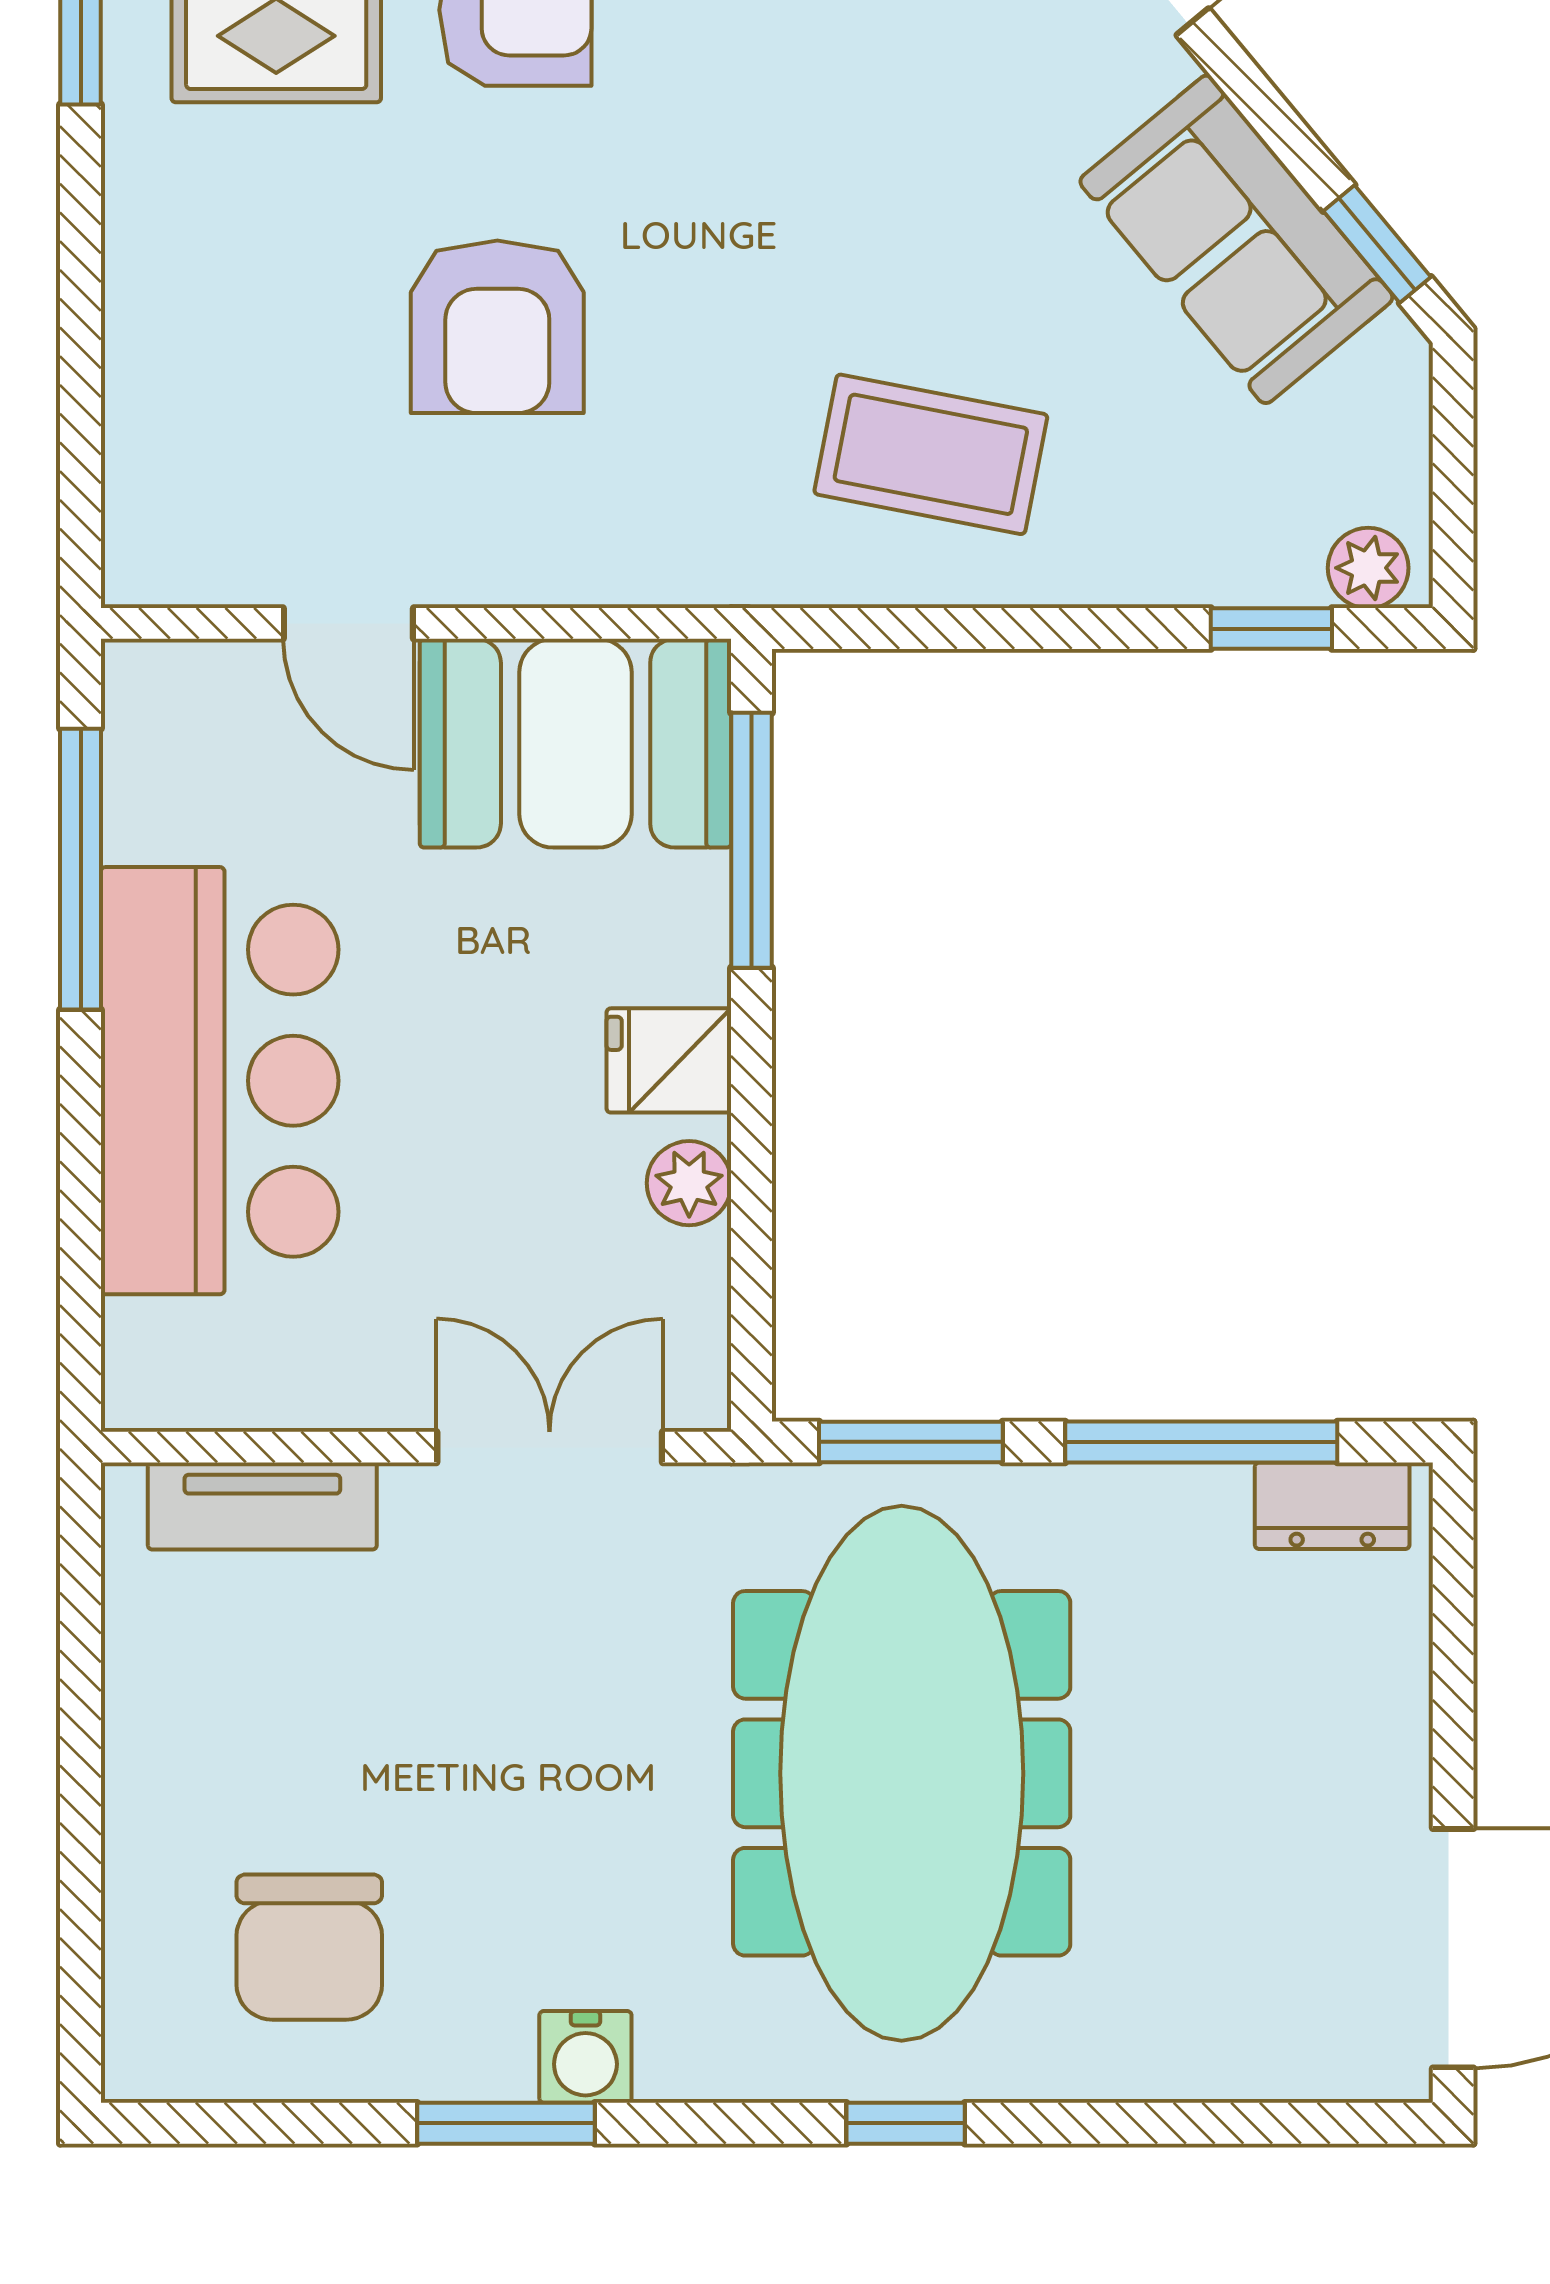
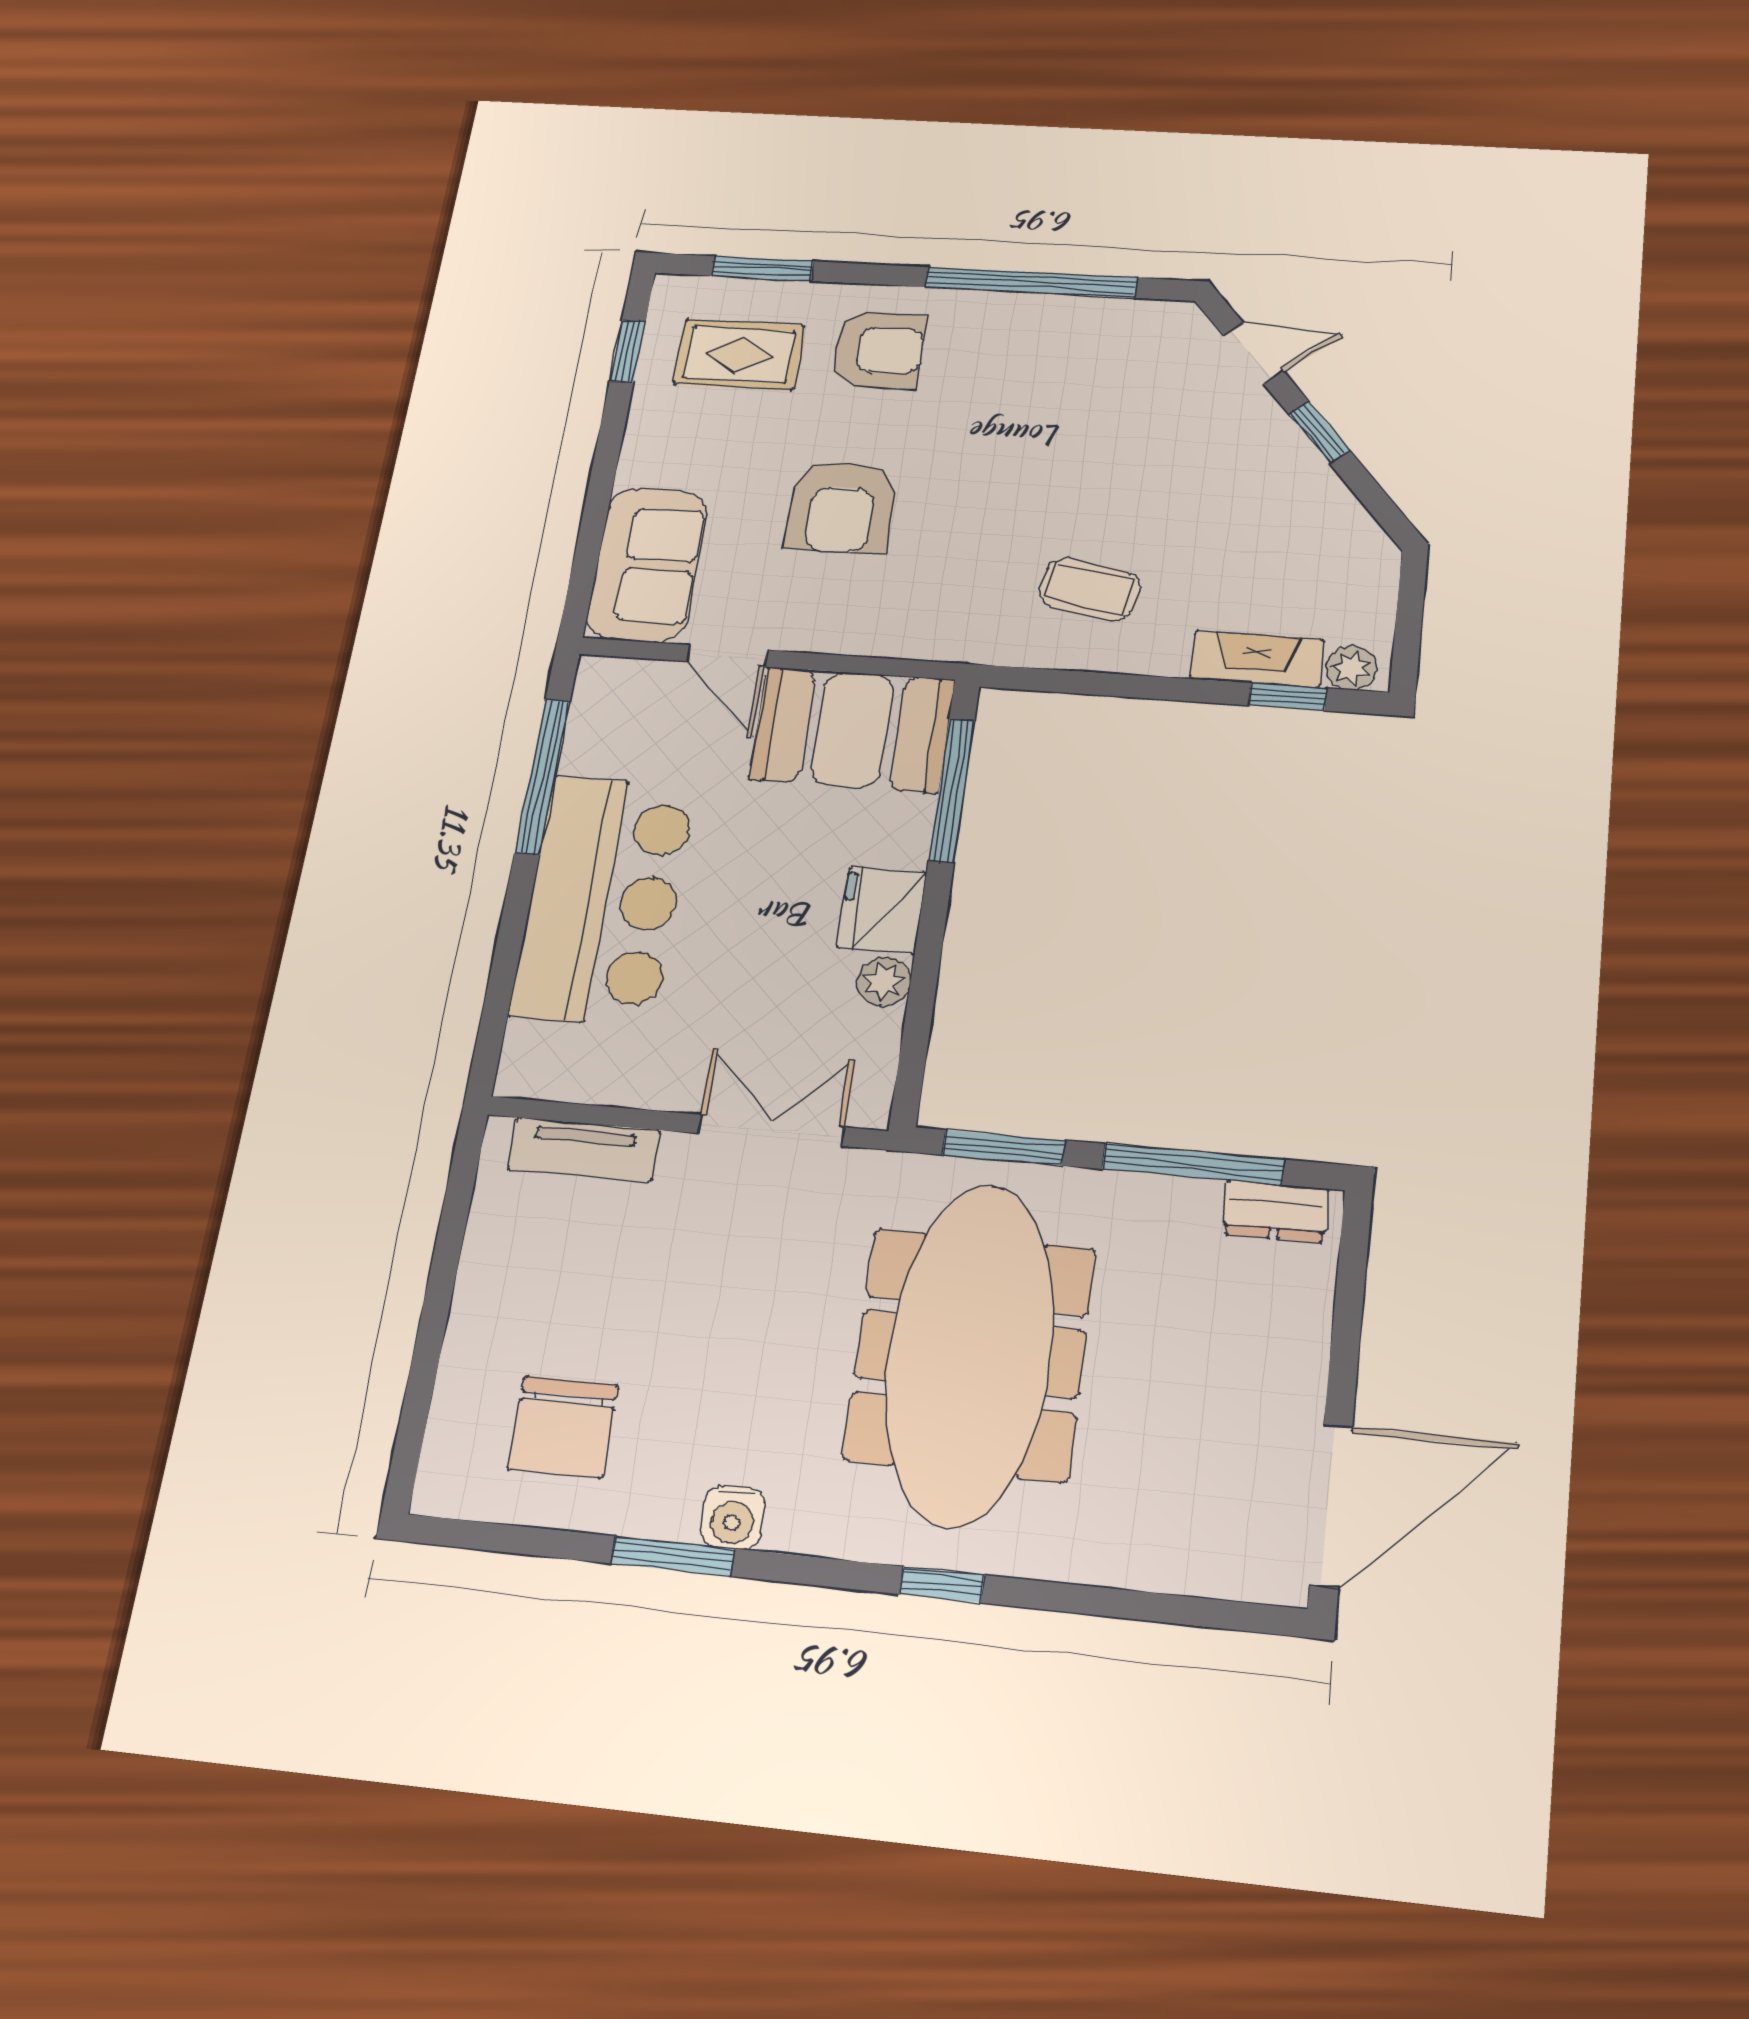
sofa: (1236, 239) -> (647, 565), moved, turned -140
window: (1377, 244) -> (1319, 432), moved
coffee table: (931, 454) -> (1090, 590), width x0.73, depth x0.77
fireplace: (1215, 564) -> (1257, 659), added
fridge: (669, 1060) -> (882, 910), width x1.38

